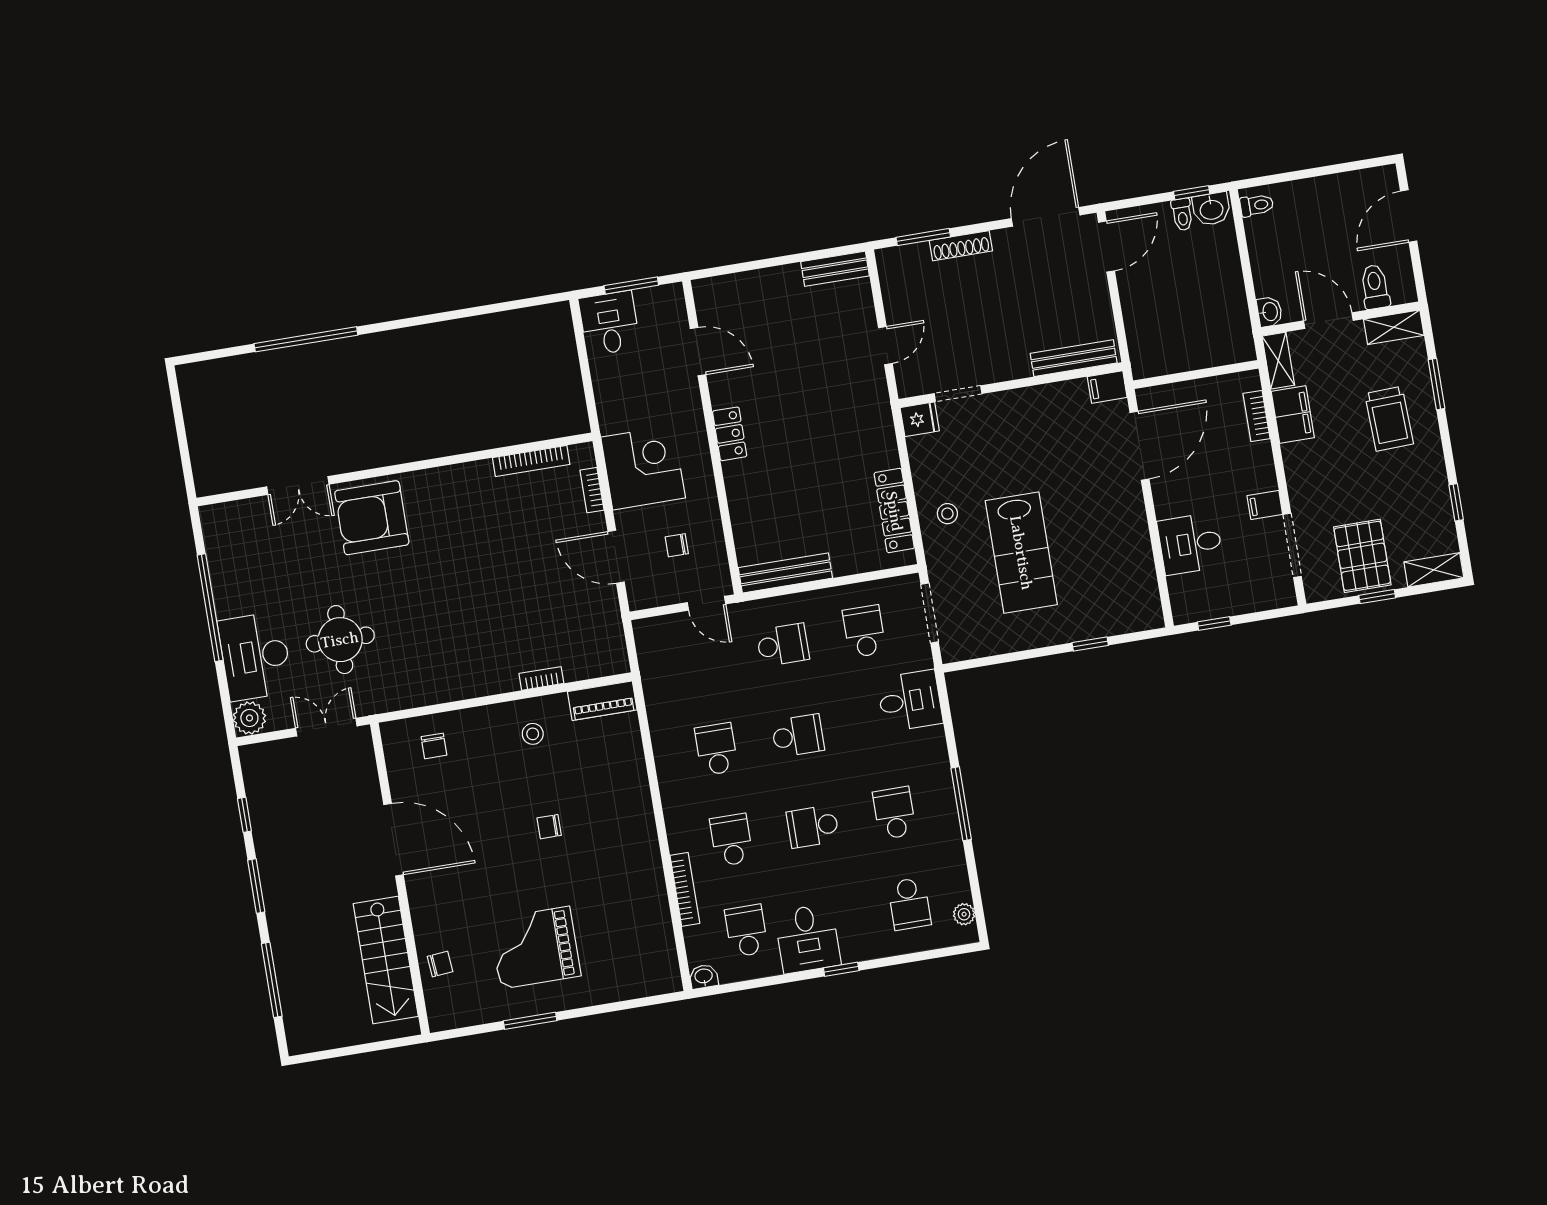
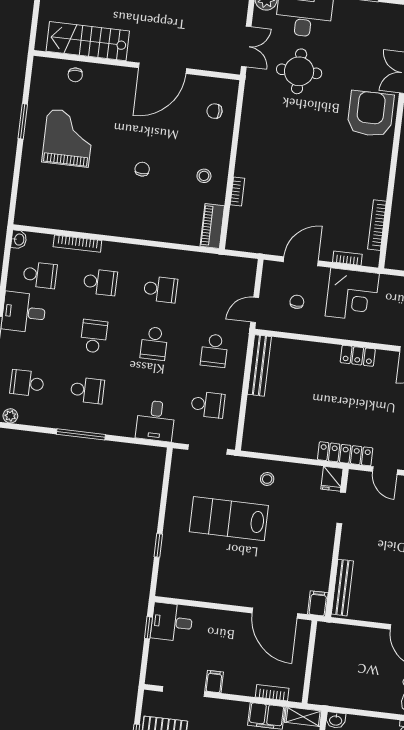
locker: (894, 511) -> (345, 454), moved
desk: (1190, 544) -> (172, 622), moved, turned -90

